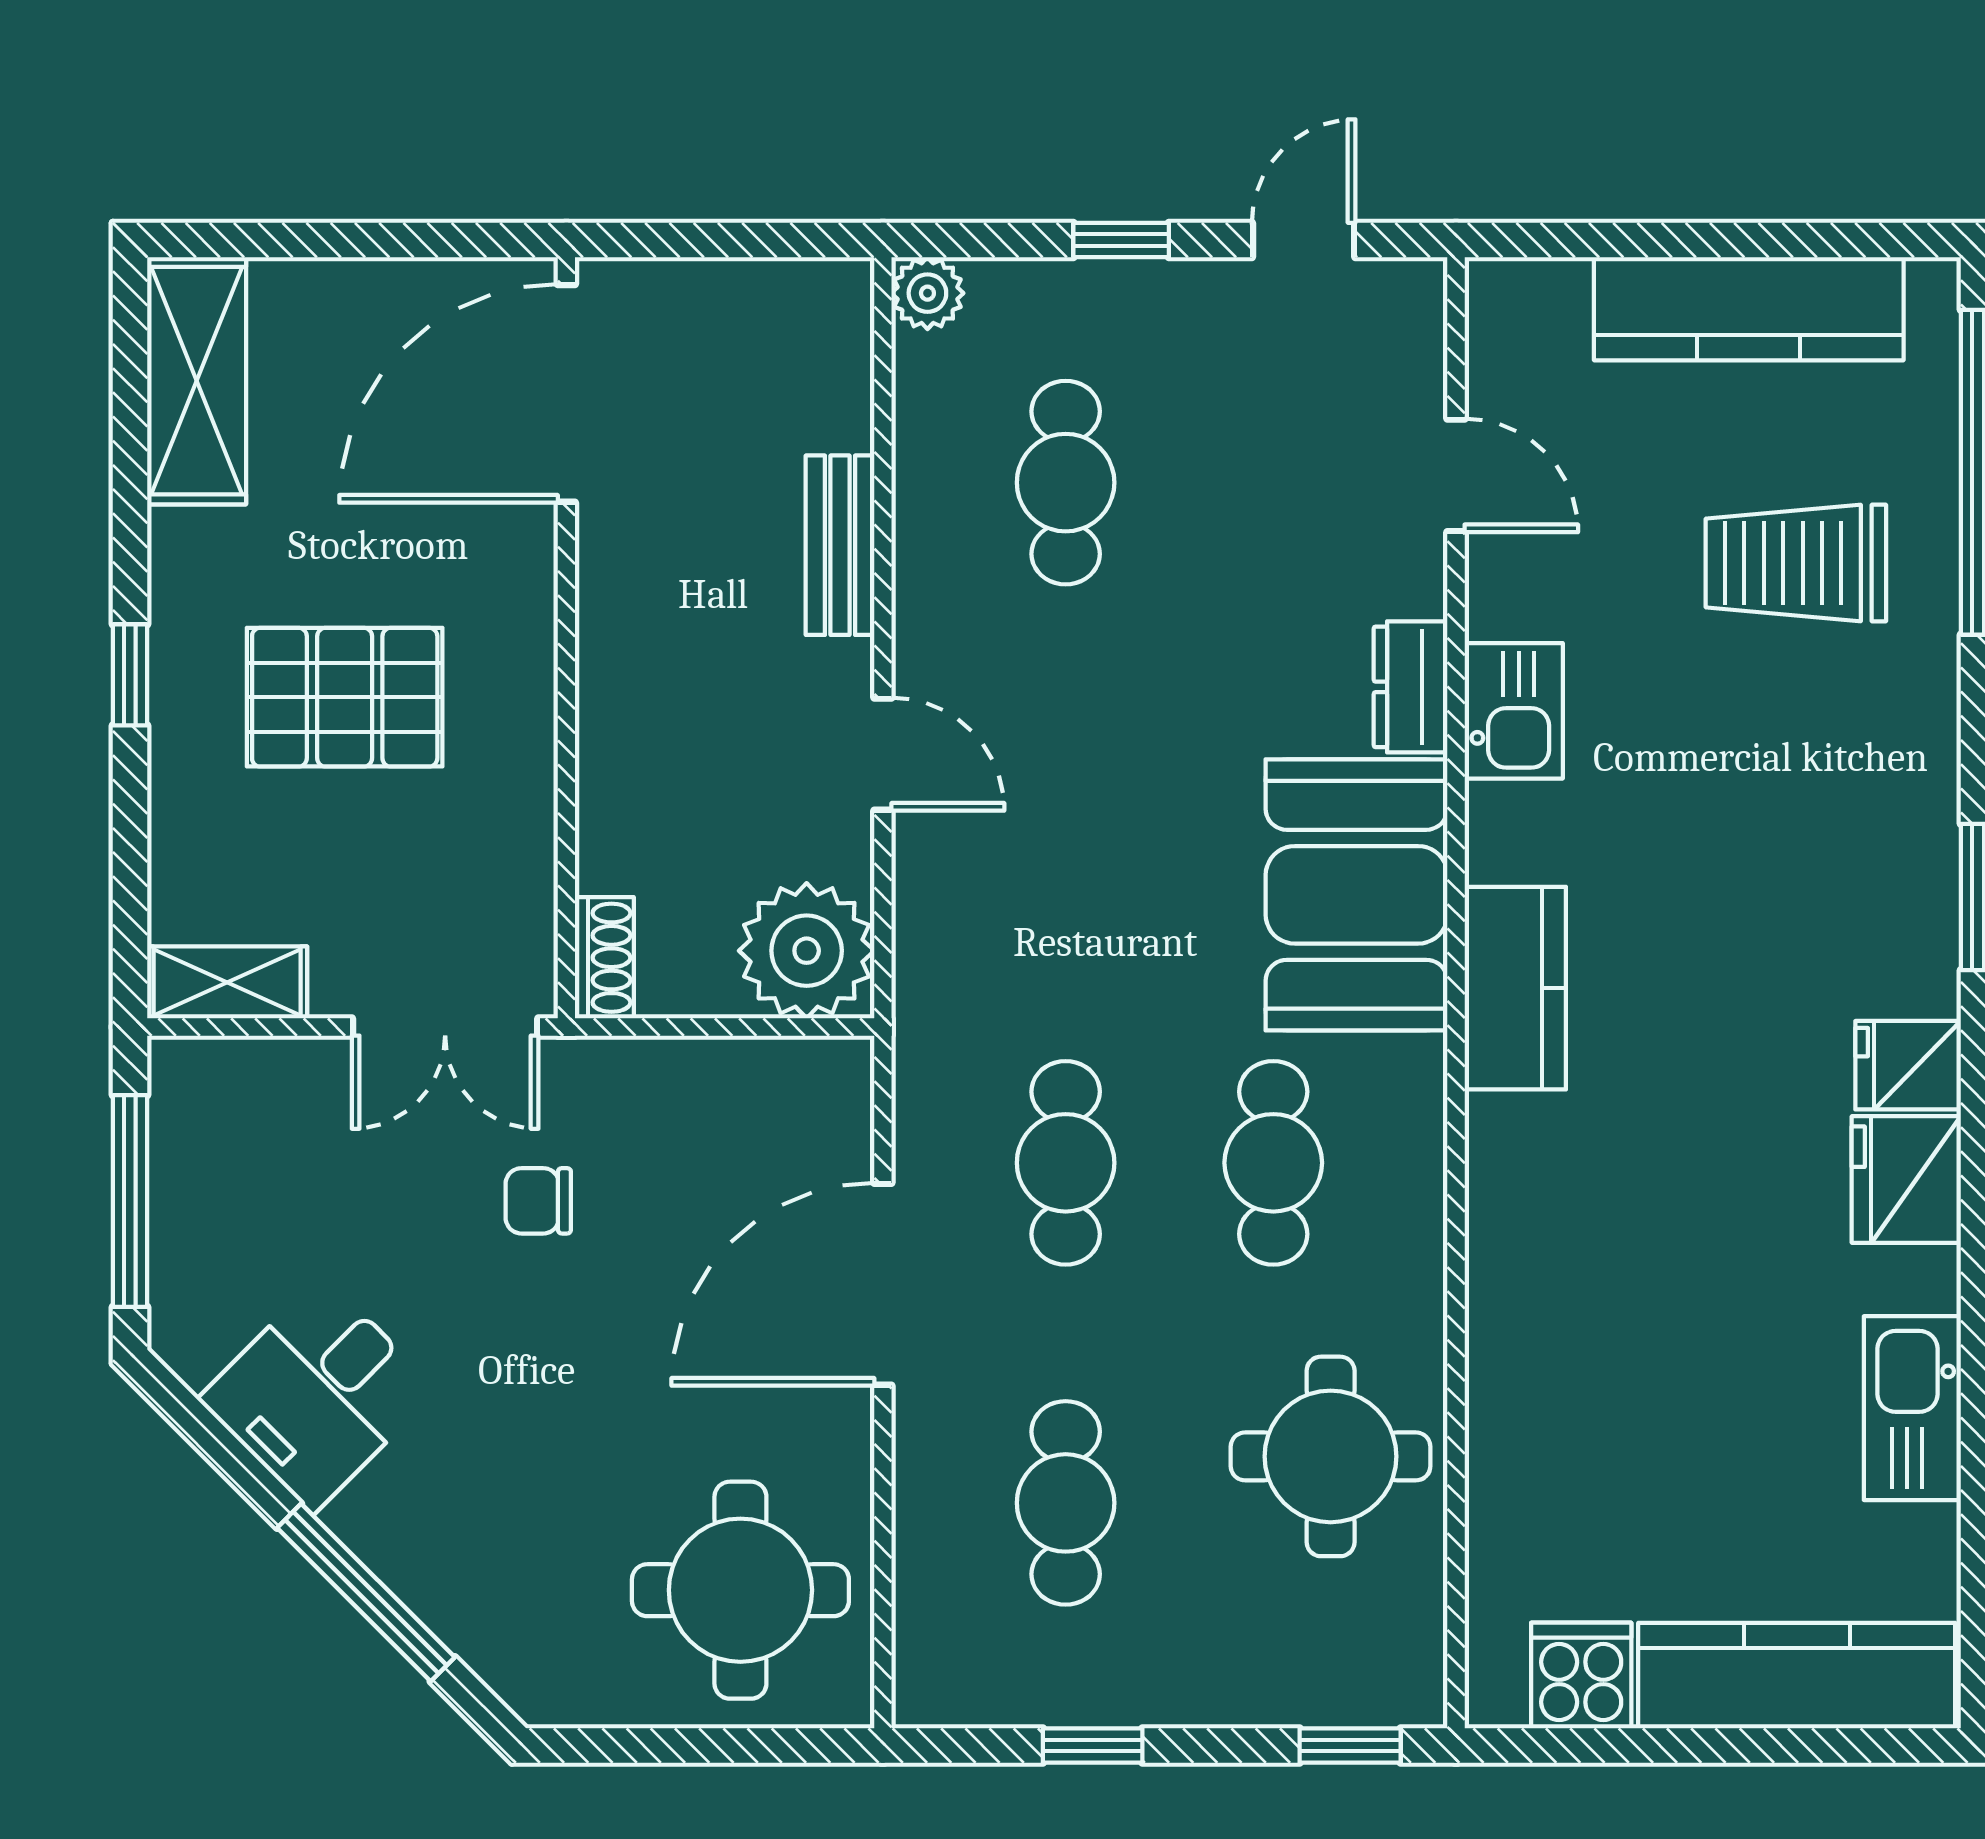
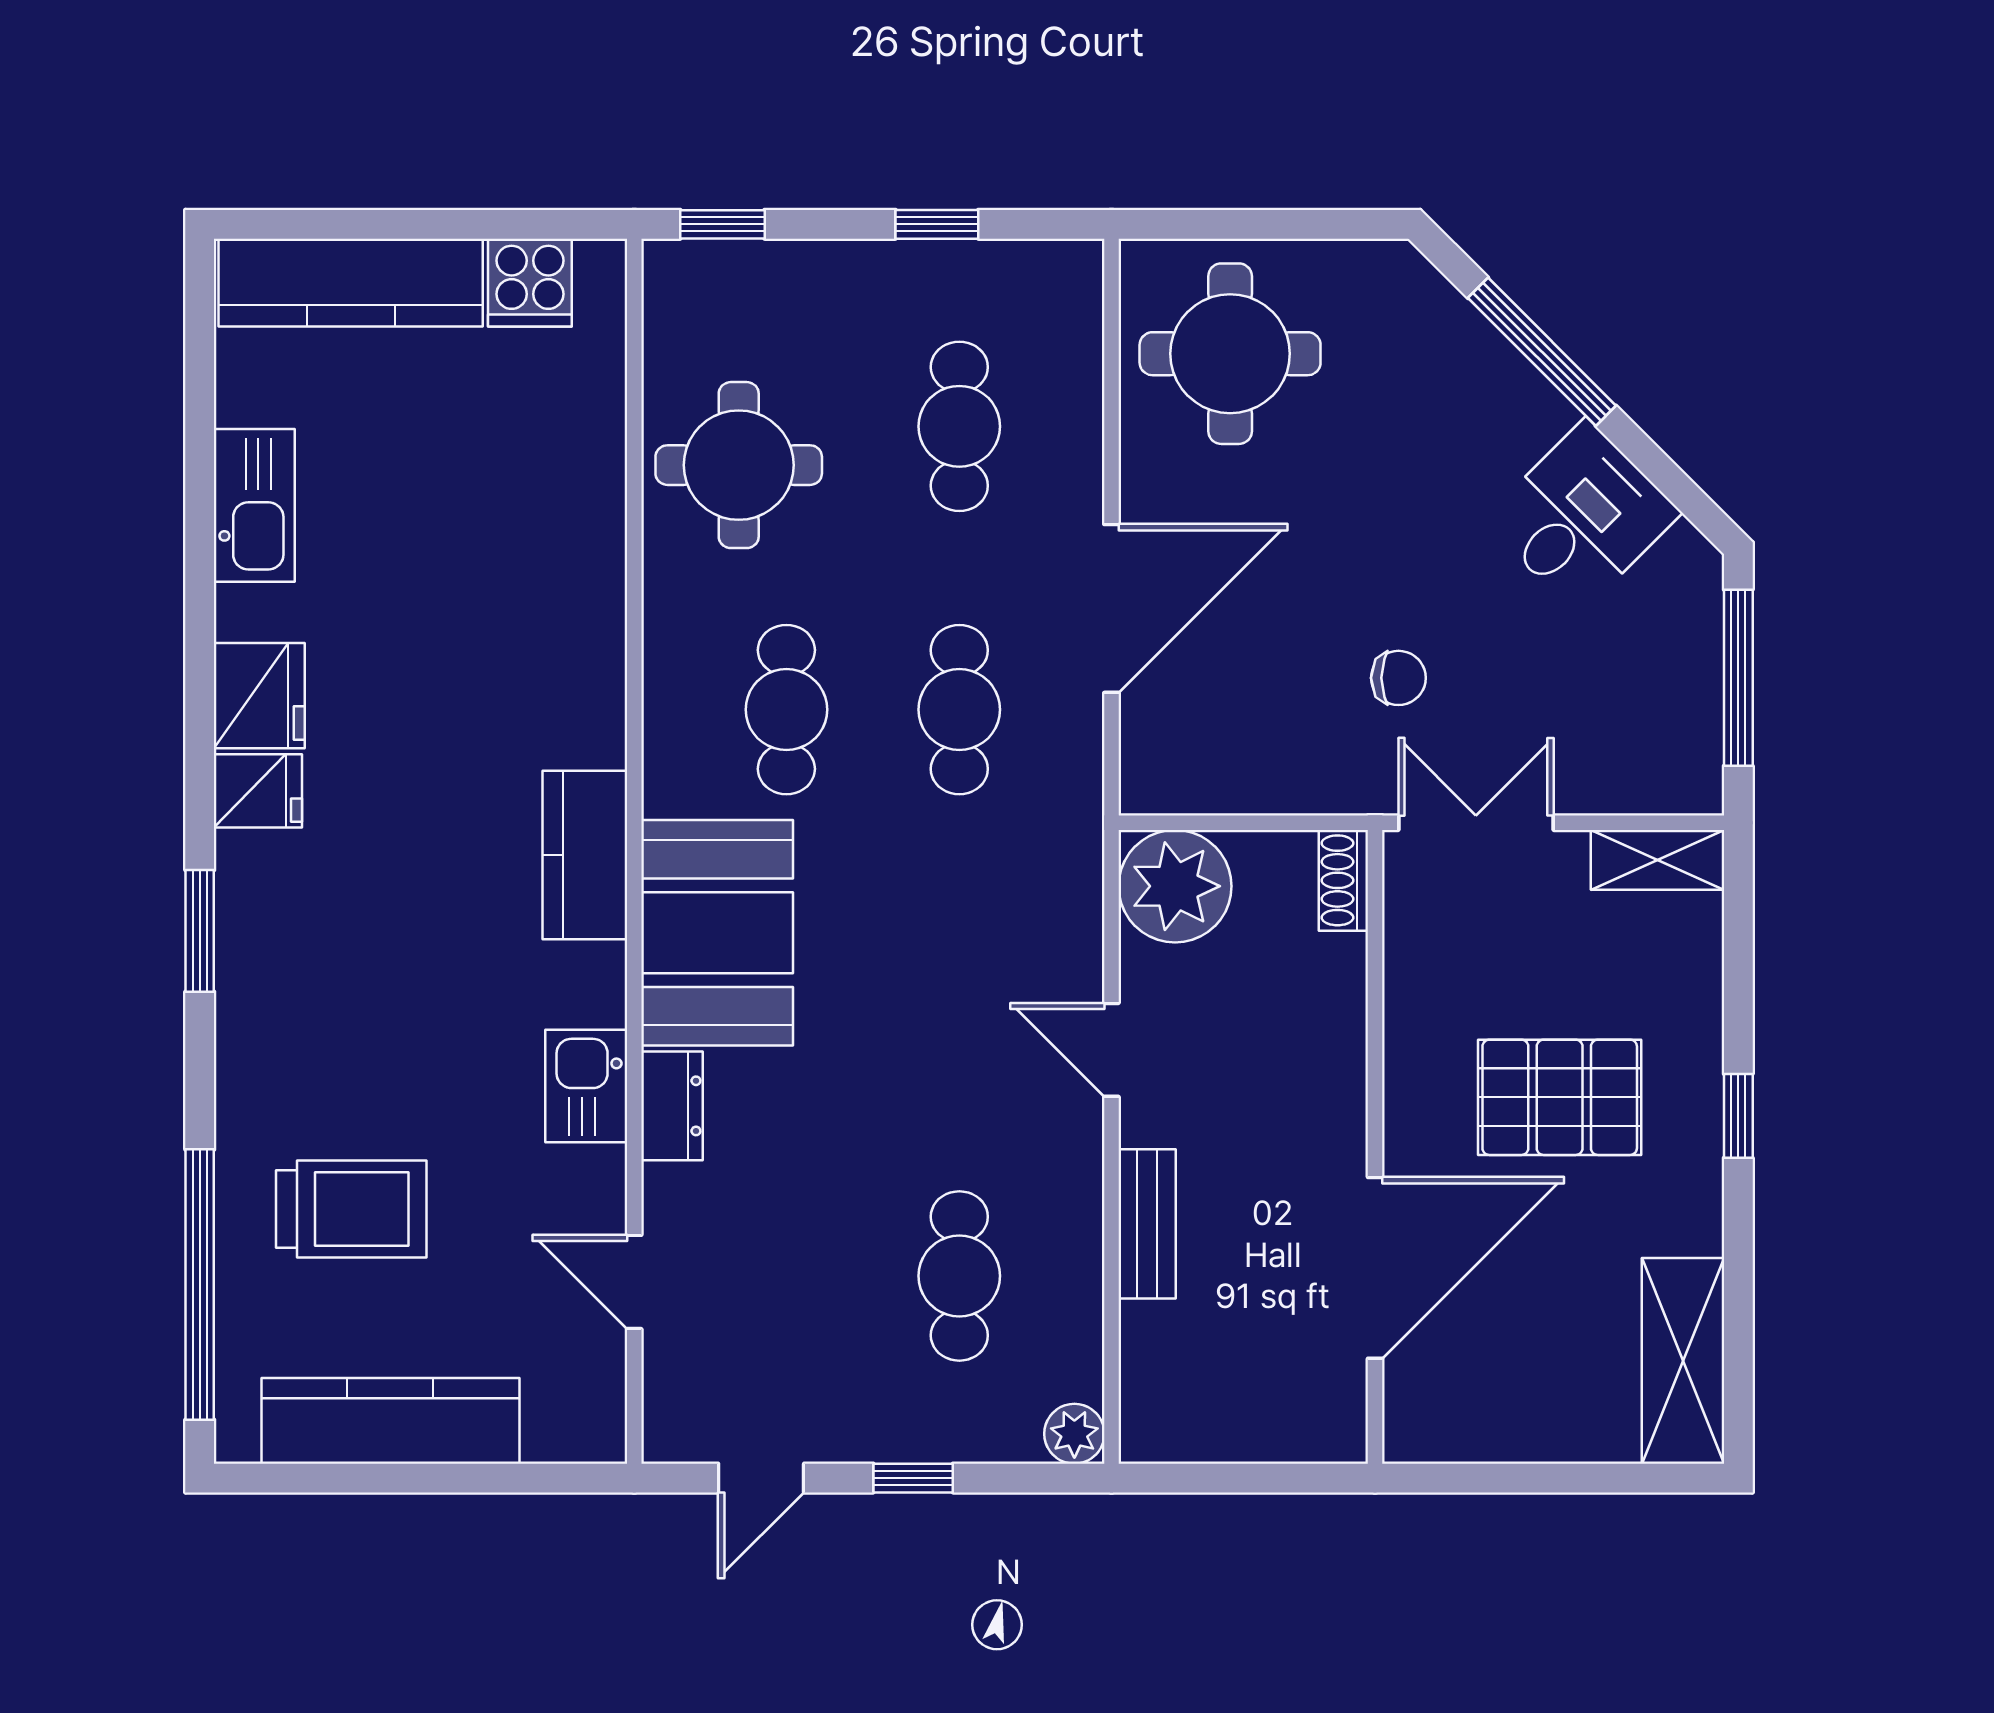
door: (566, 393) -> (1375, 1268), moved

